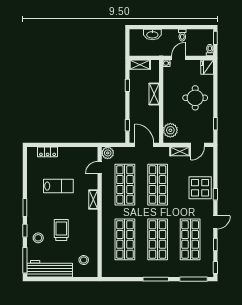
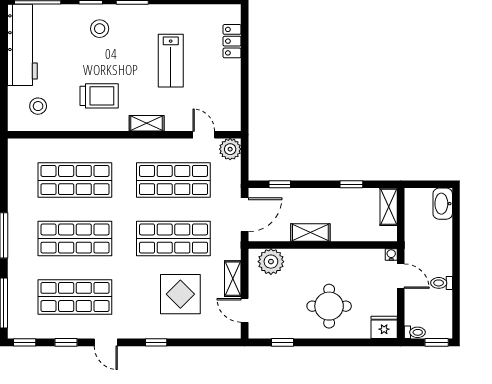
washbasin: (152, 34) -> (443, 204), moved
shelving: (154, 94) -> (310, 232), moved
display table: (200, 188) -> (180, 294), moved
trolley: (61, 230) -> (99, 96), moved
stool: (38, 238) -> (100, 29), moved

